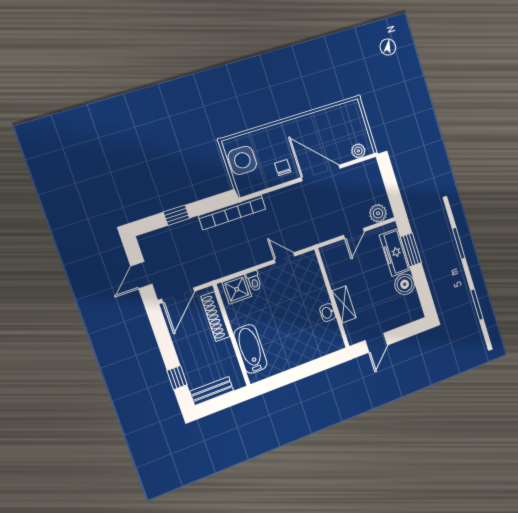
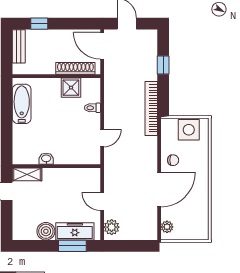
shower: (237, 289) -> (71, 88), moved
shelving: (344, 304) -> (27, 174), moved
bathtub: (250, 349) -> (22, 104), moved, turned -90

